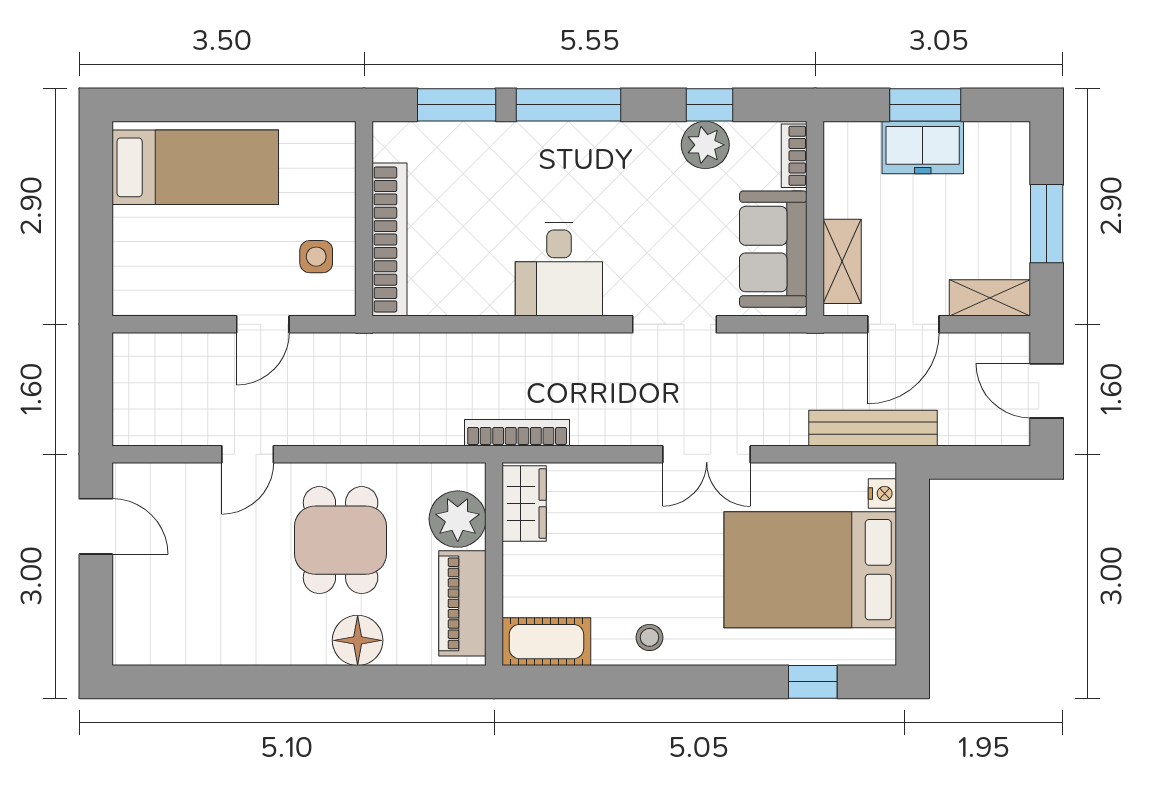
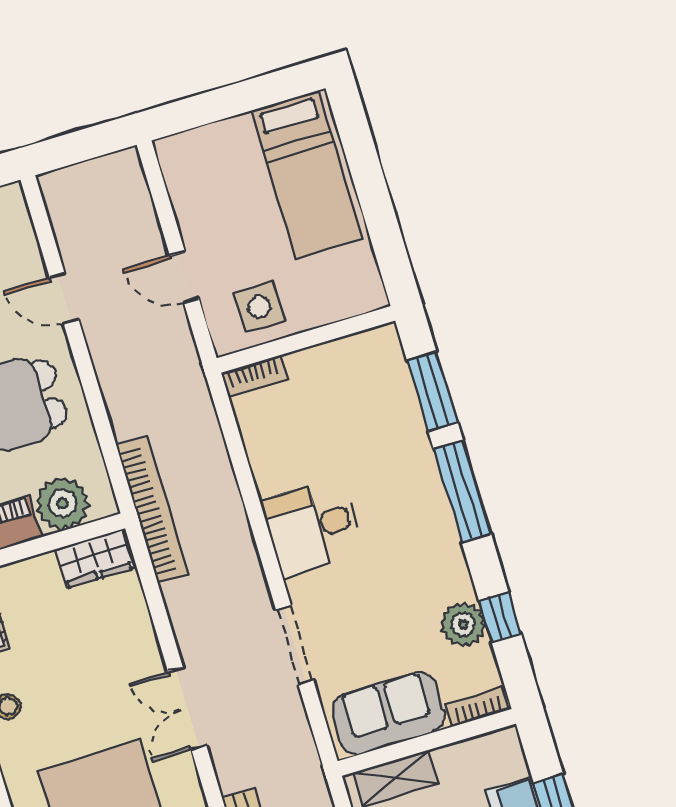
bookcase: (390, 240) -> (254, 376), width x0.43, depth x0.76
side table: (316, 257) -> (259, 307), width x1.37, depth x1.37
bookcase: (517, 433) -> (153, 510), width x1.48, depth x1.31

